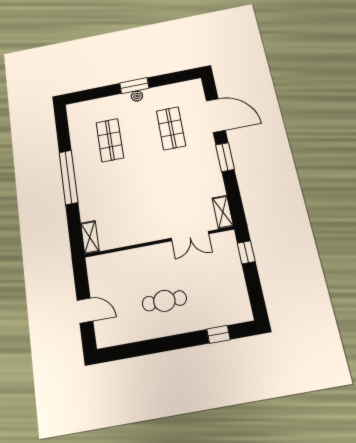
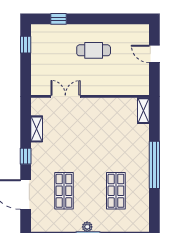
window: (225, 157) -> (26, 156), width x0.67
shelving: (223, 212) -> (37, 129), moved
window: (246, 252) -> (26, 45), moved

